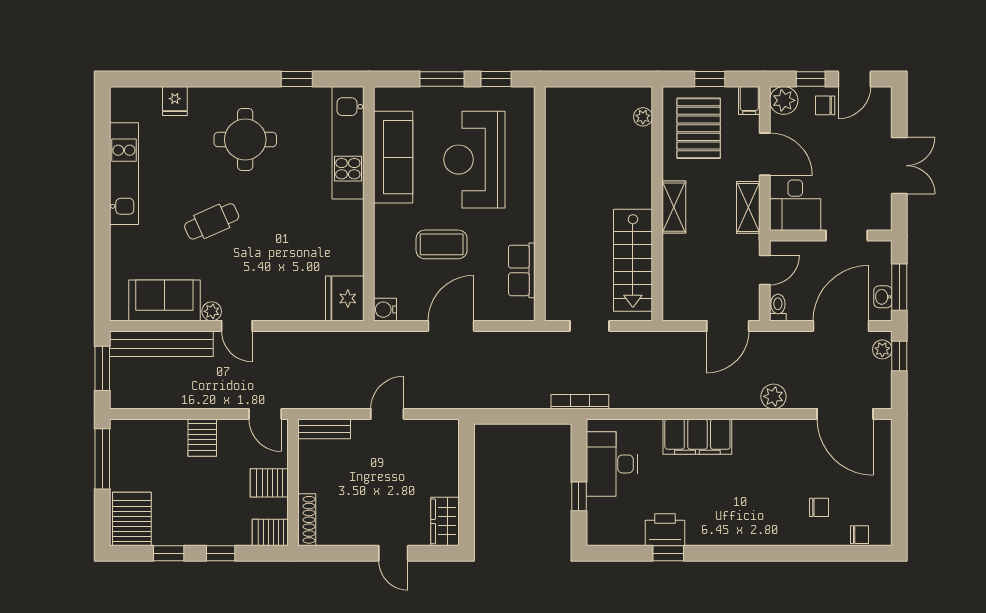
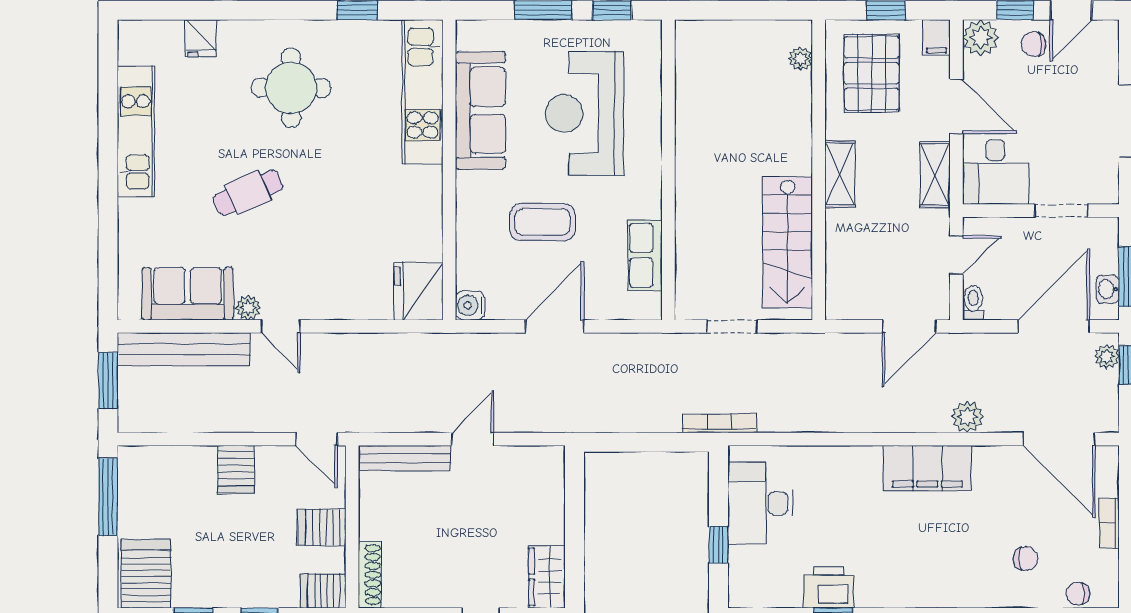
bench: (324, 429) -> (404, 458), width x1.36
filing cabinet: (697, 437) -> (927, 468), moved
bookcase: (884, 480) -> (1109, 524), added
chair: (860, 535) -> (1078, 594), turned 180

